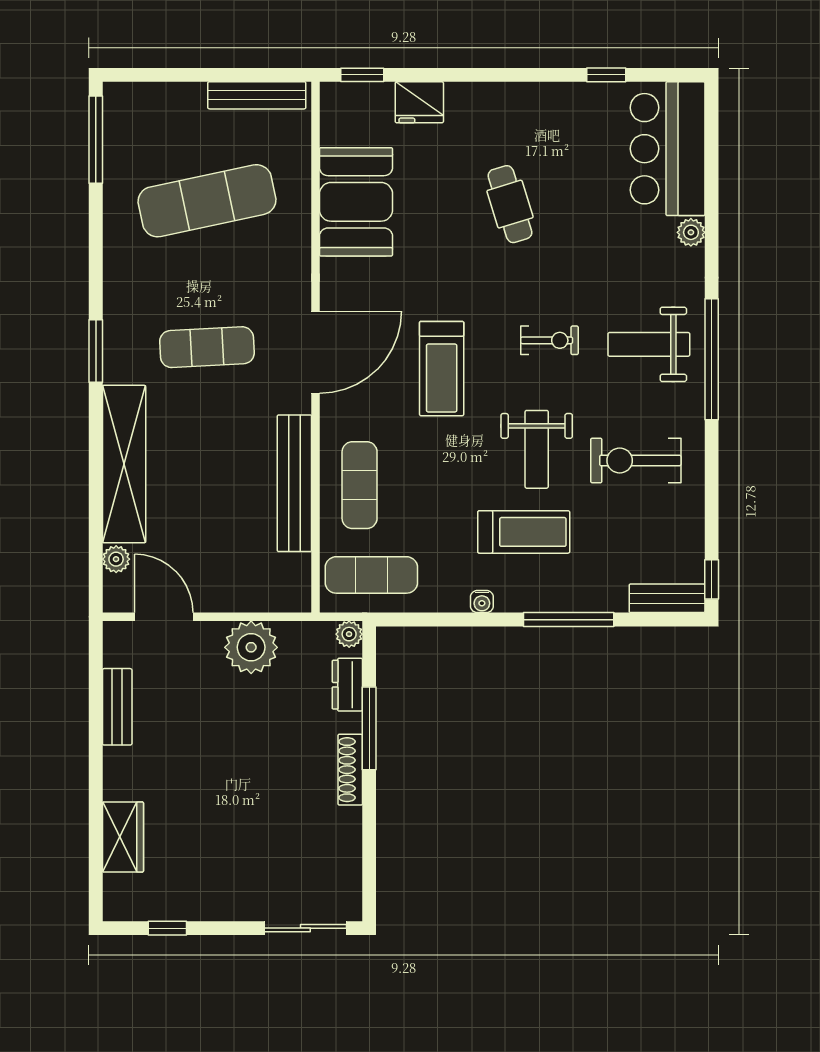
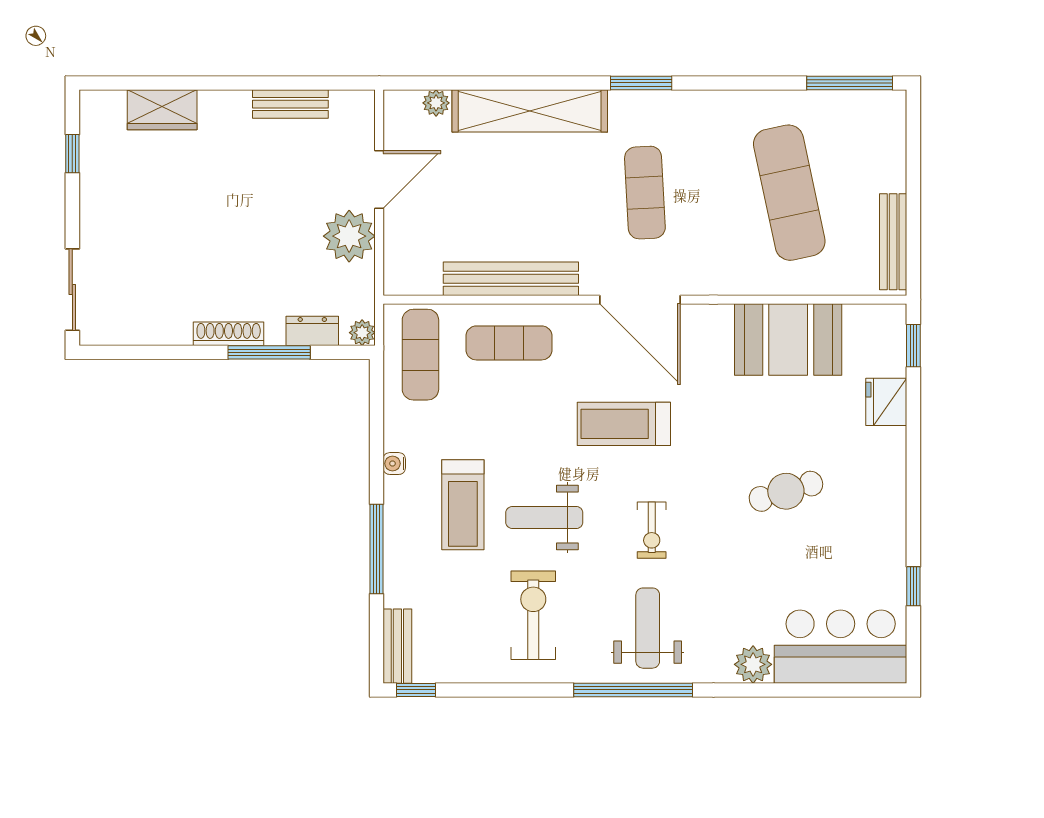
plant: (691, 232) -> (753, 664), width x1.38, depth x1.38
door: (164, 617) -> (379, 180), moved

